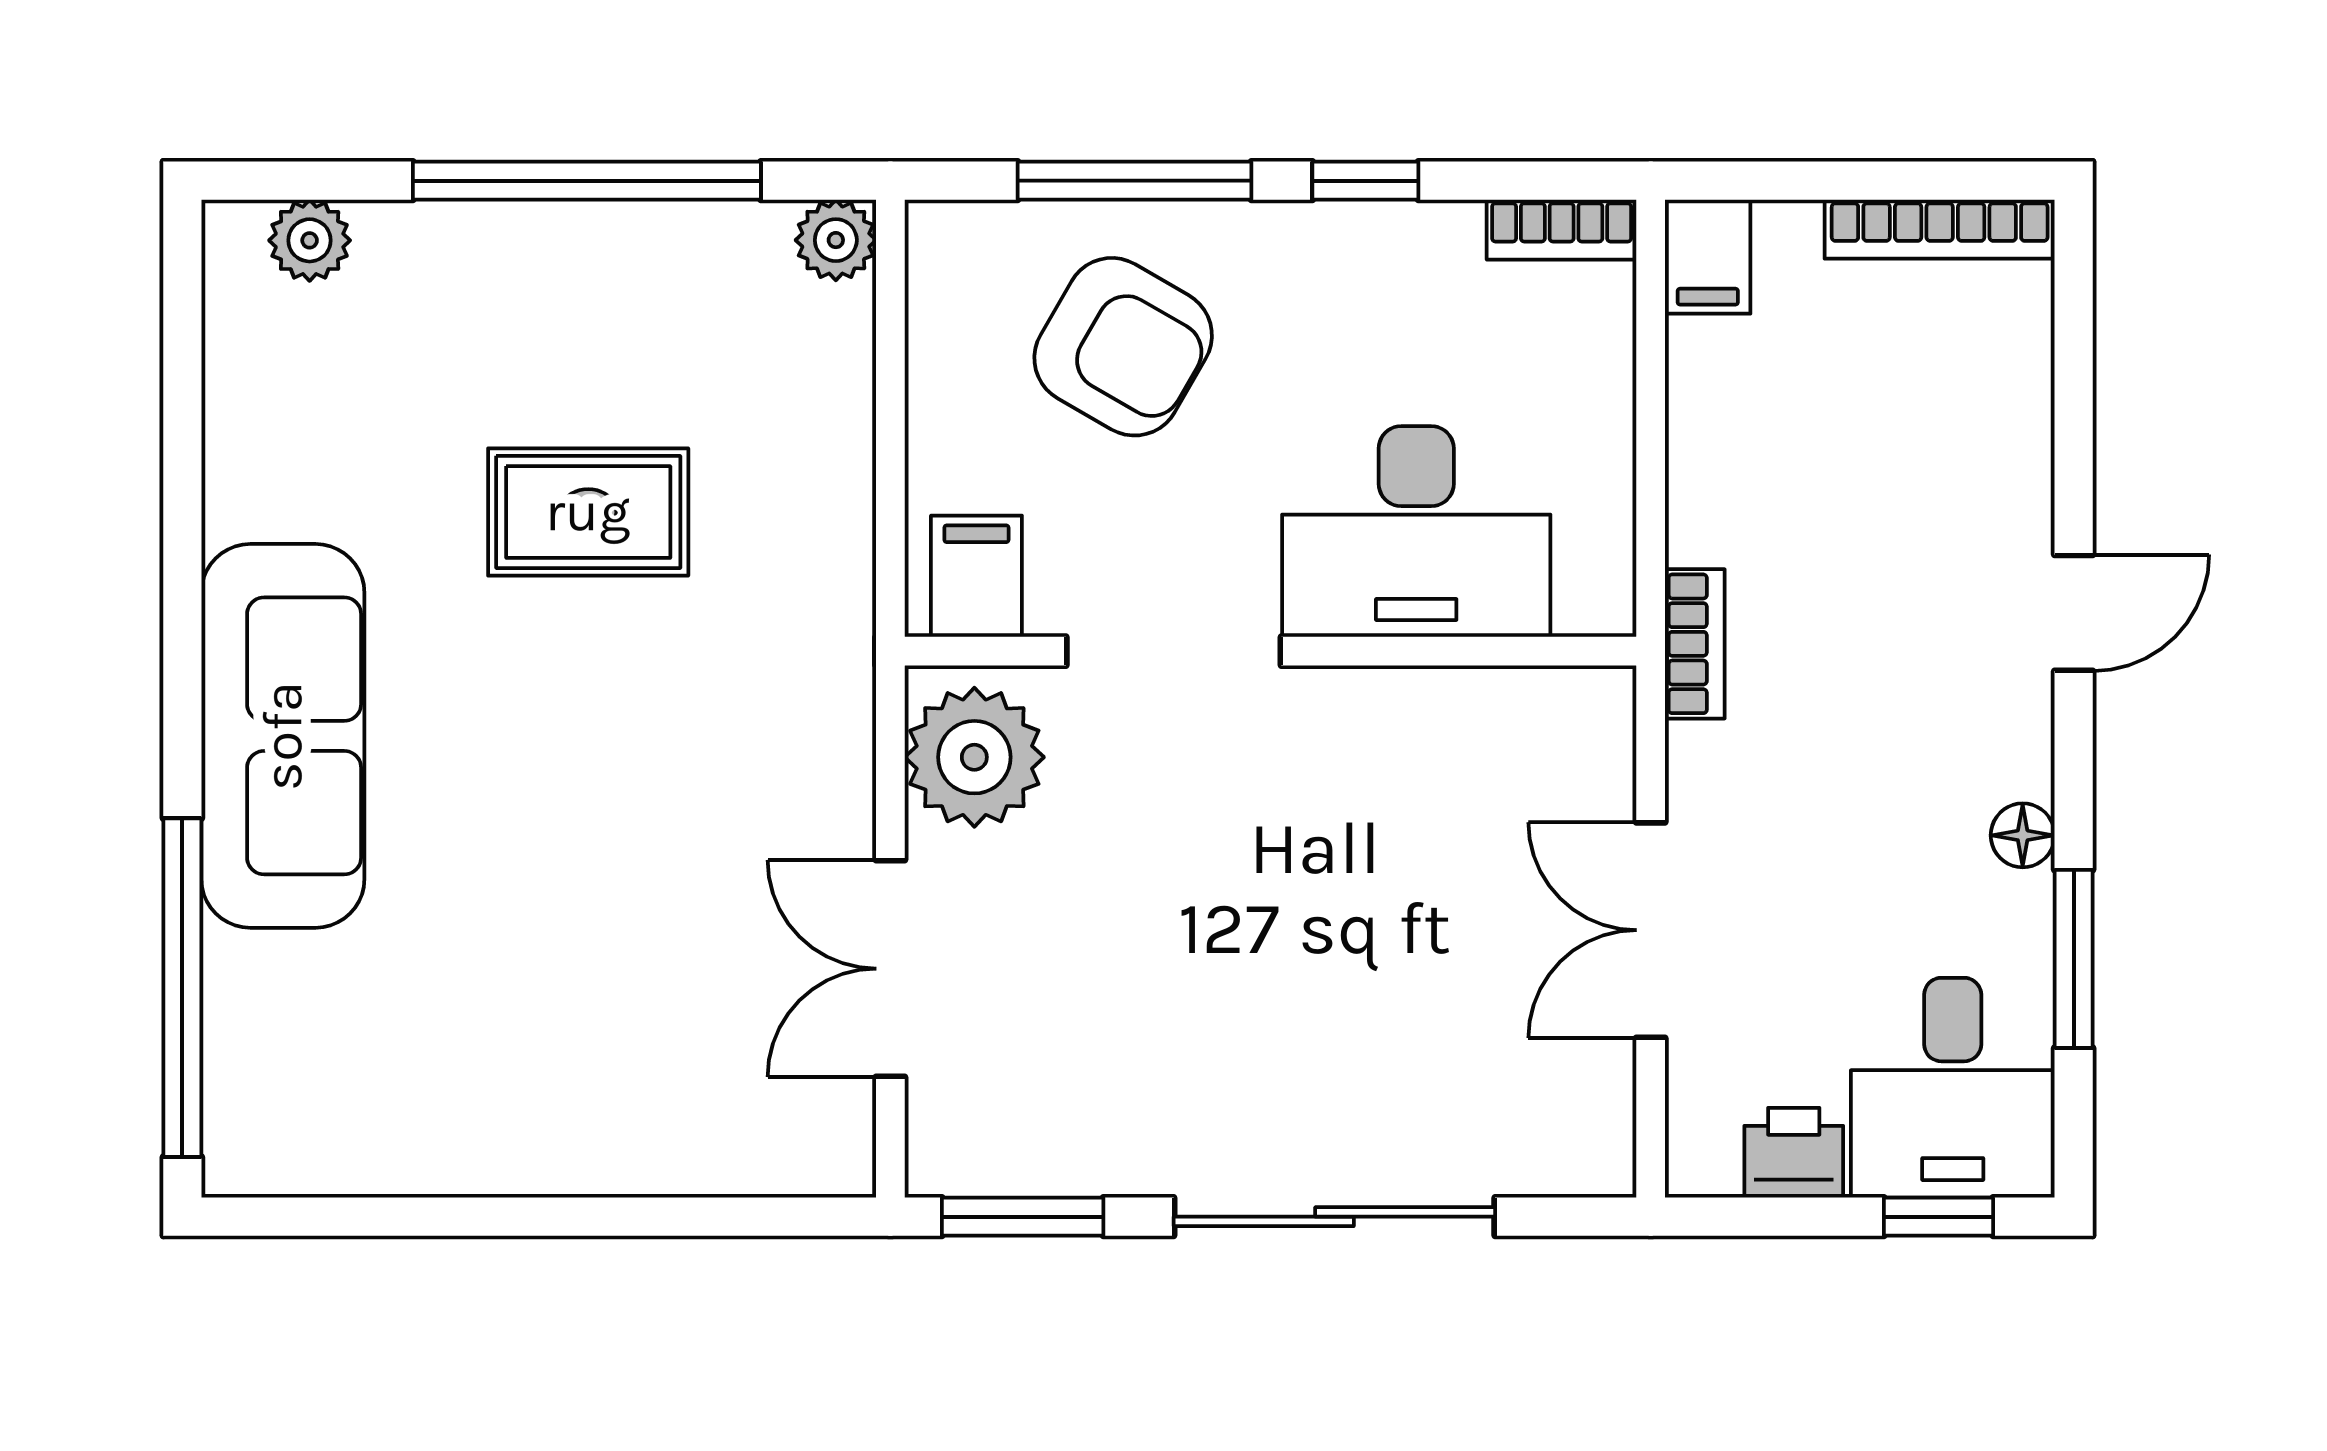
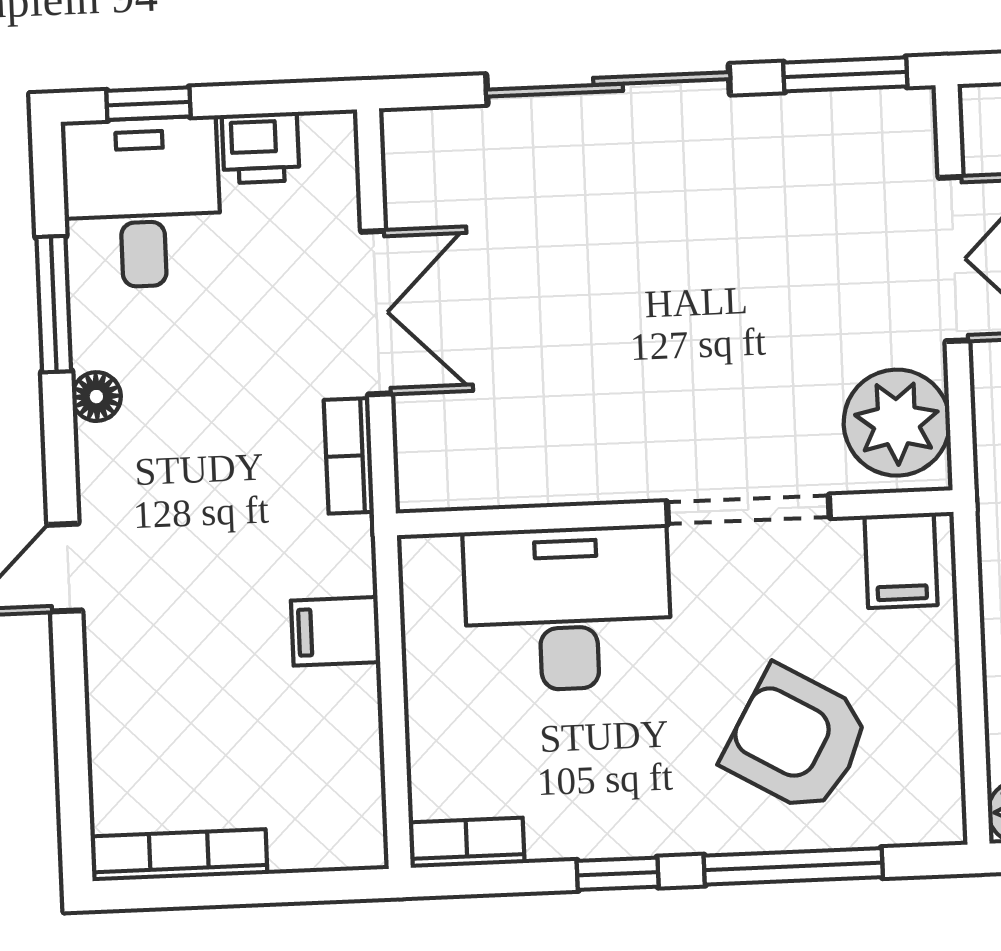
filing cabinet: (1708, 257) -> (336, 631), moved, turned -90
bookcase: (1695, 644) -> (349, 456), moved

